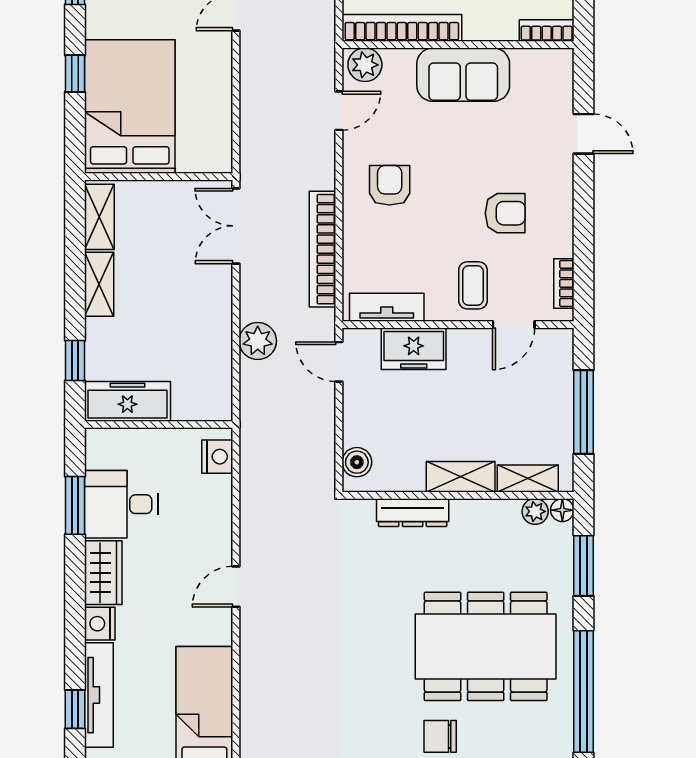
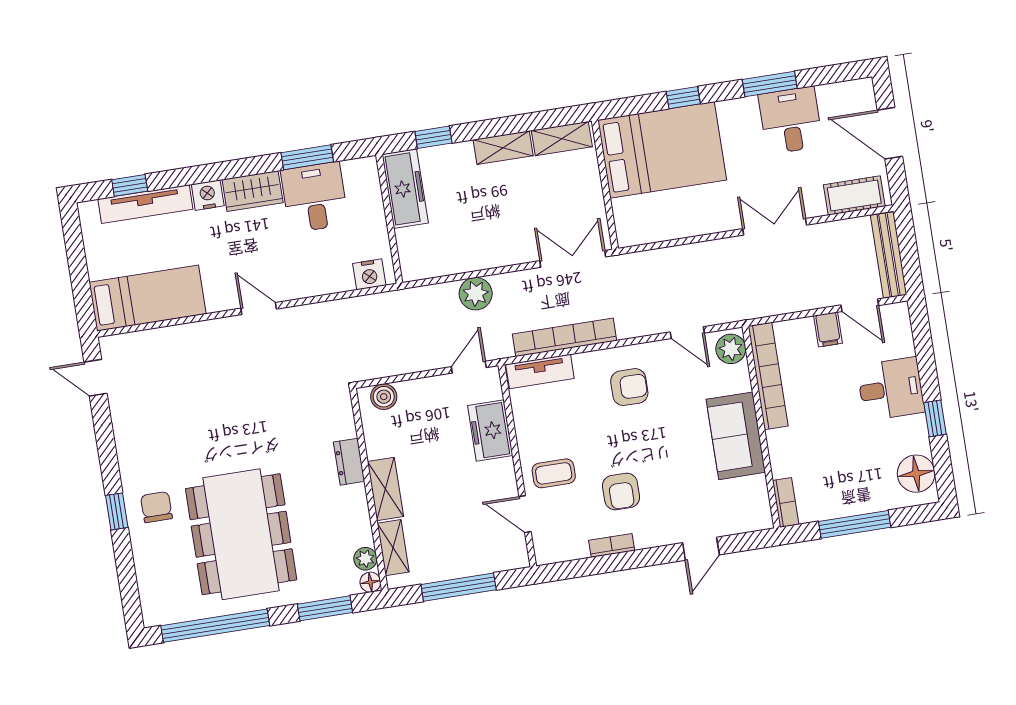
bookcase: (564, 283) -> (612, 545), moved
tv unit: (387, 307) -> (540, 371), moved, turned 90
dresser: (413, 513) -> (349, 462), width x0.70

